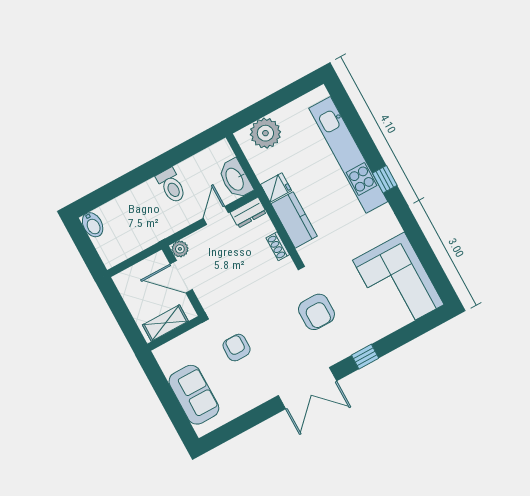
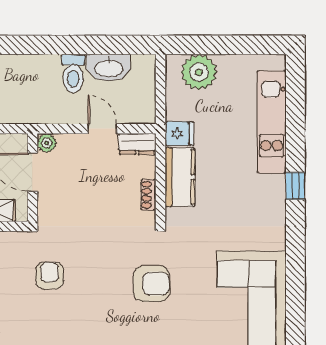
kitchen unit: (348, 155) -> (272, 122), width x0.73
washbasin: (235, 179) -> (109, 68), moved, turned -90
door: (216, 215) -> (102, 129), hinge flipped
armchair: (316, 312) -> (151, 284), turned -90

